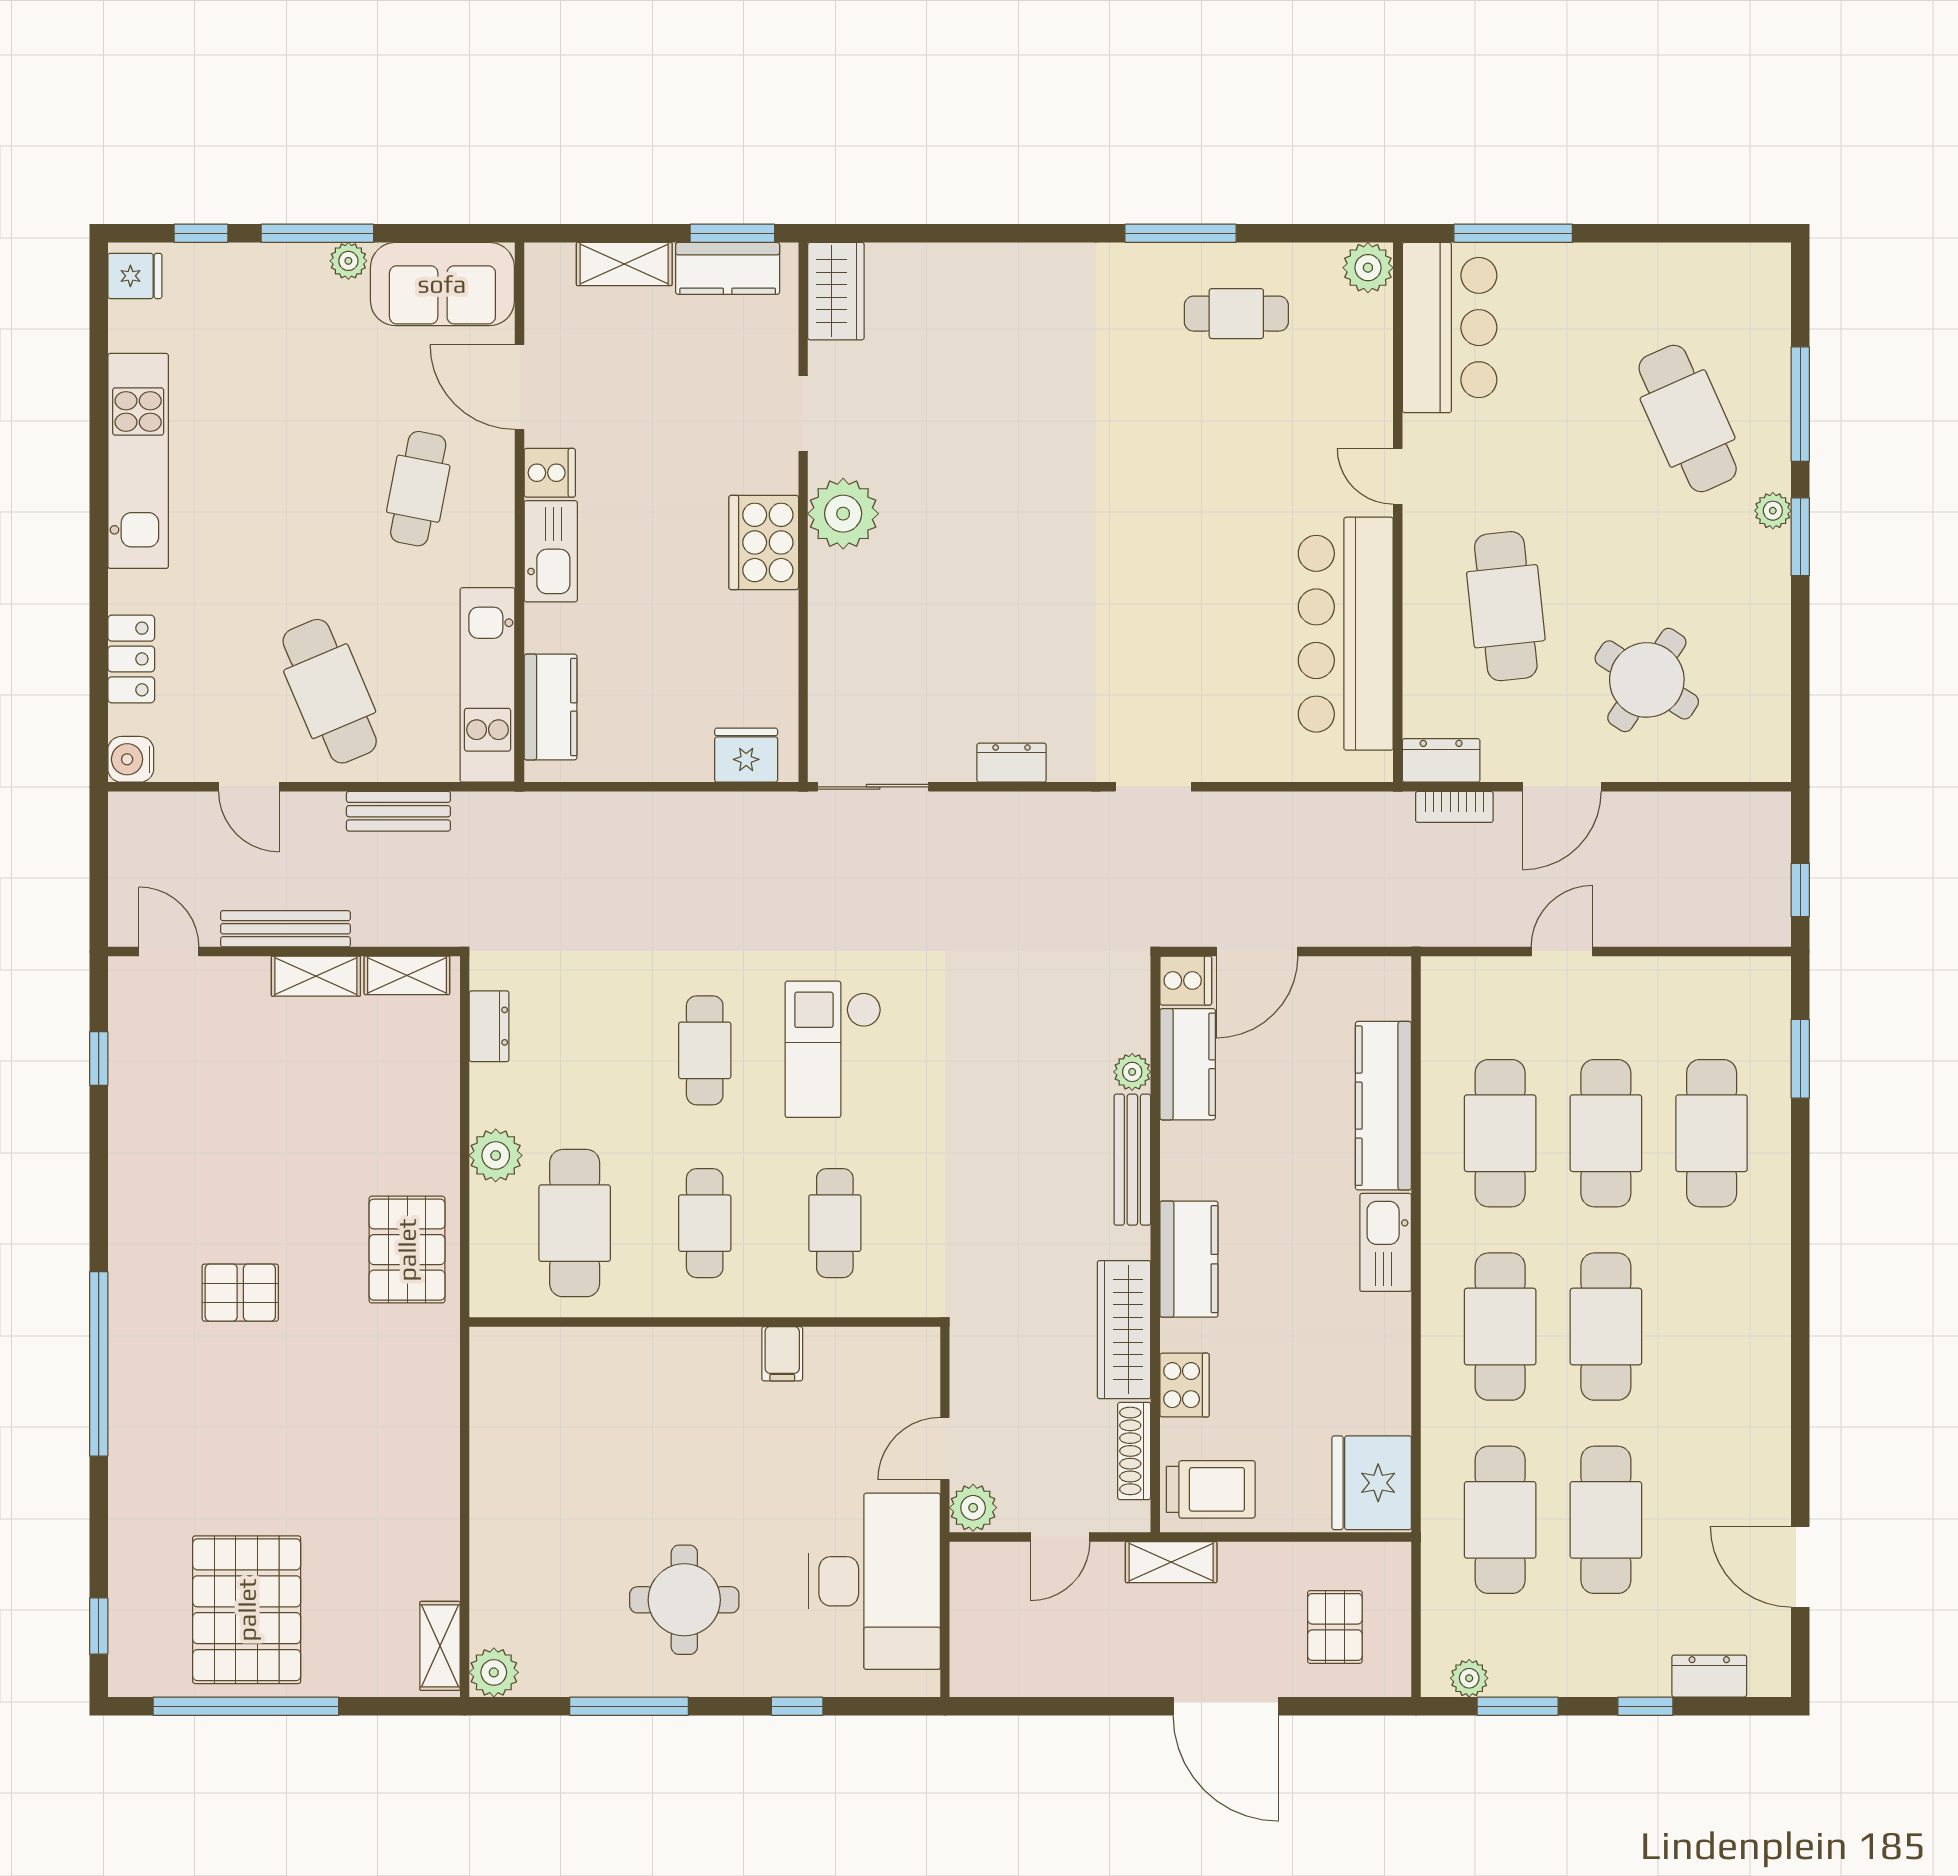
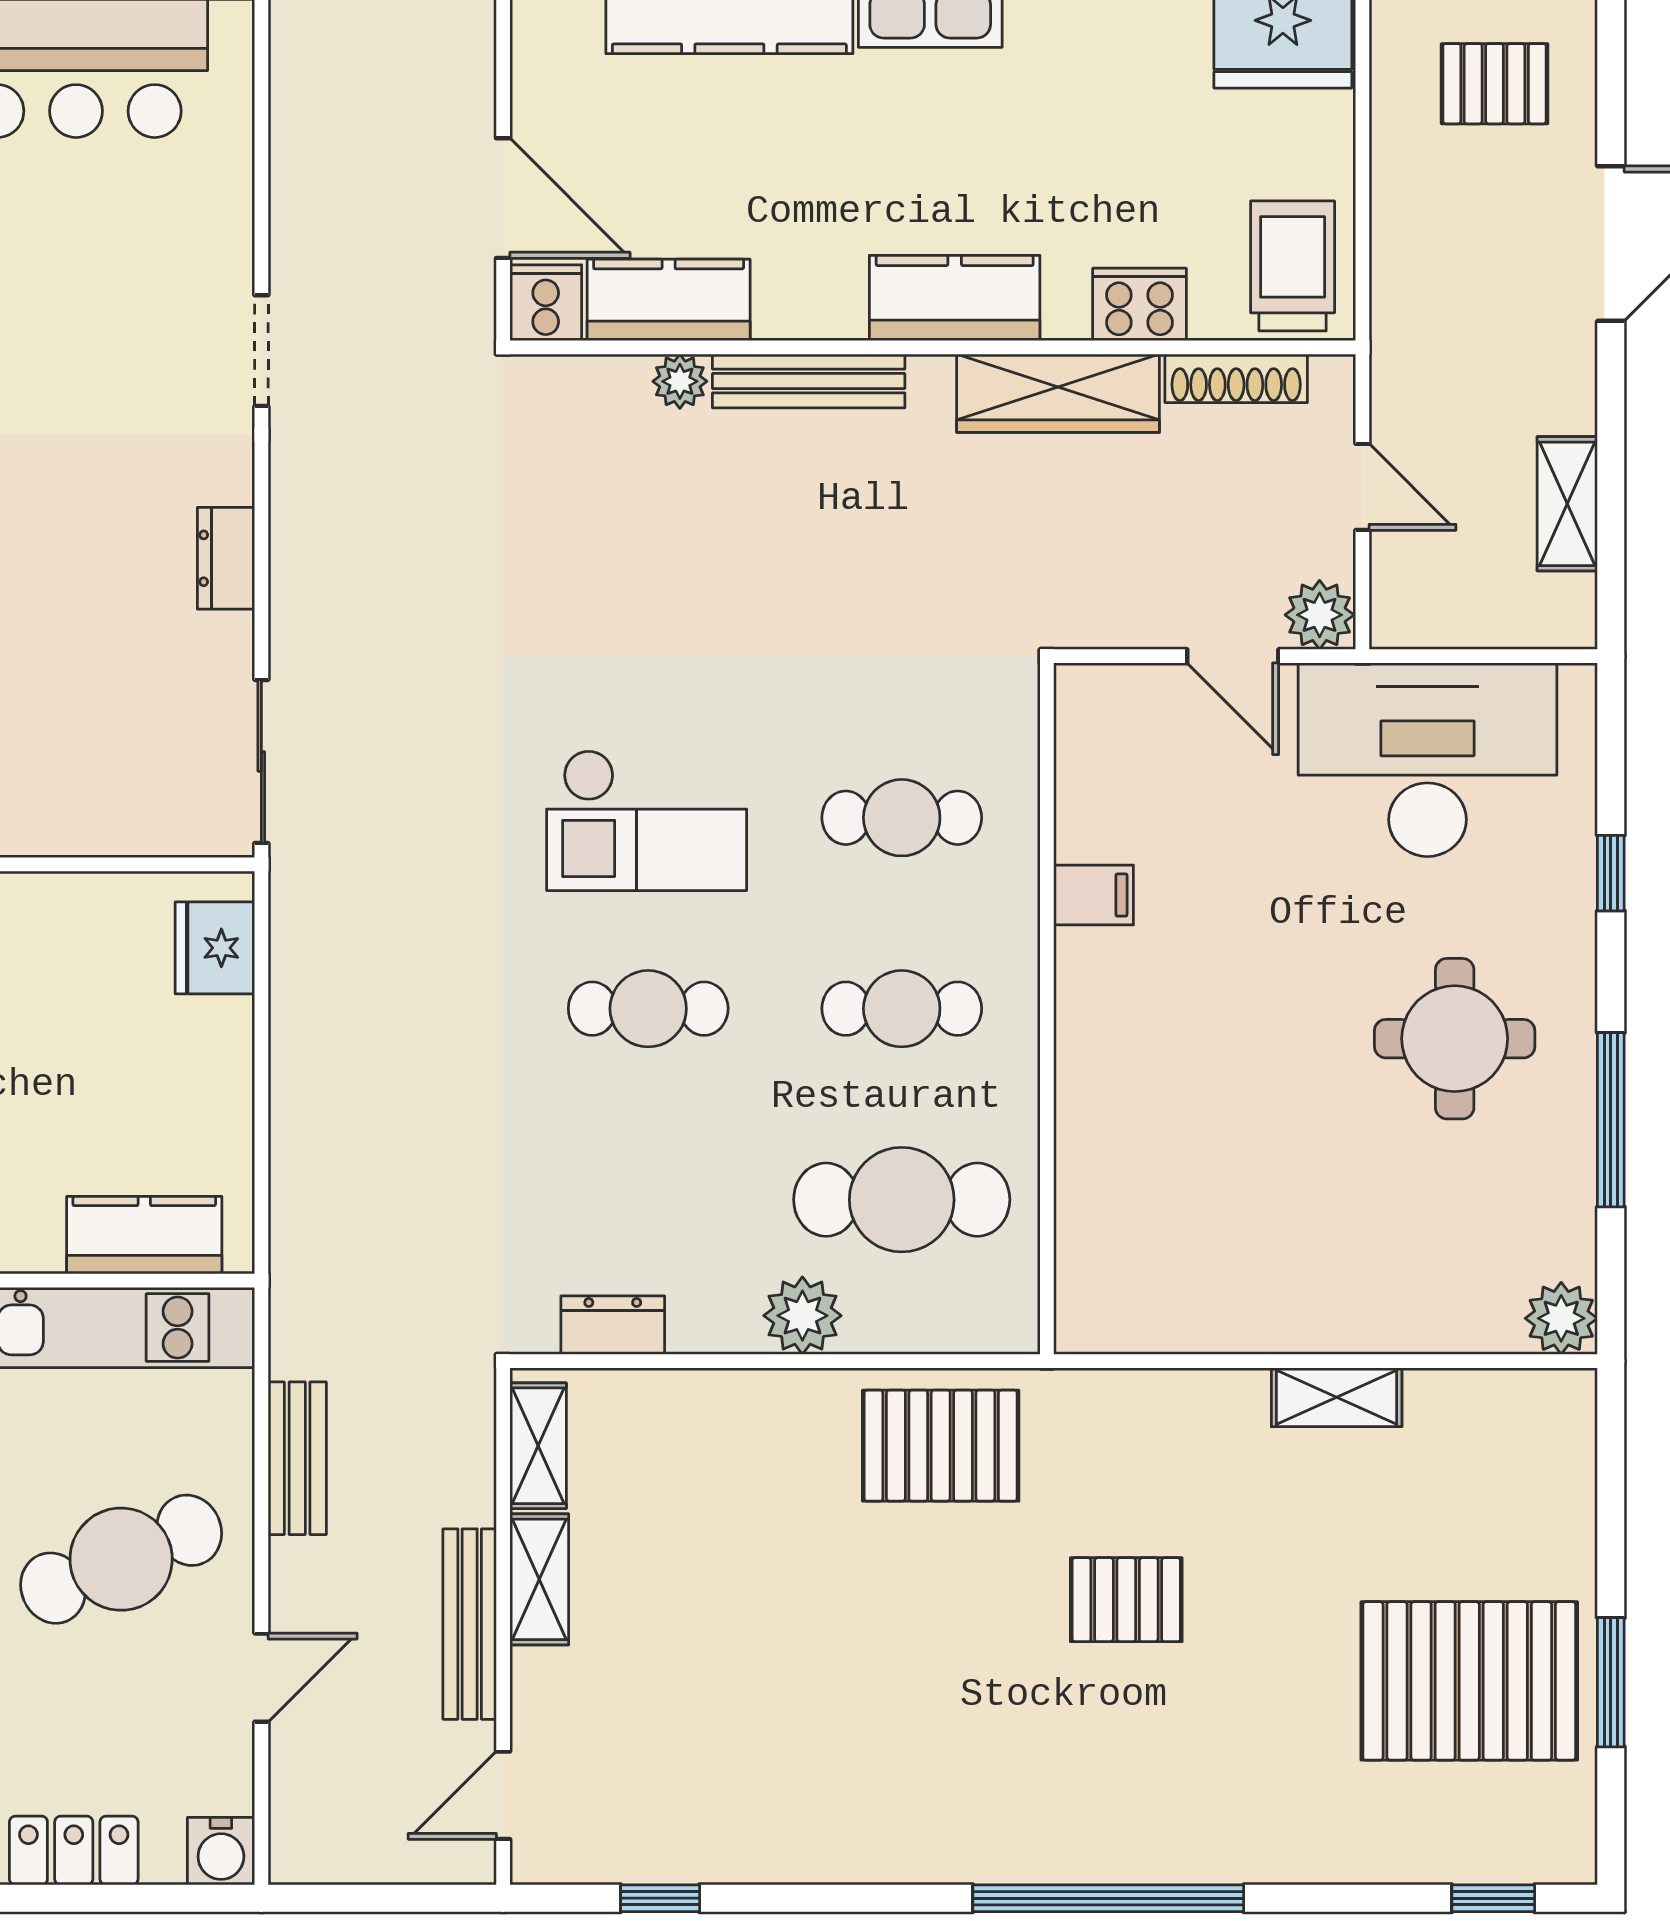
pallet: (240, 1293) -> (1126, 1600), moved, turned 90
shelving: (1171, 1562) -> (1567, 504), moved
shelving: (440, 1646) -> (1337, 1397), moved
window: (246, 1706) -> (1611, 1682), width x0.47

